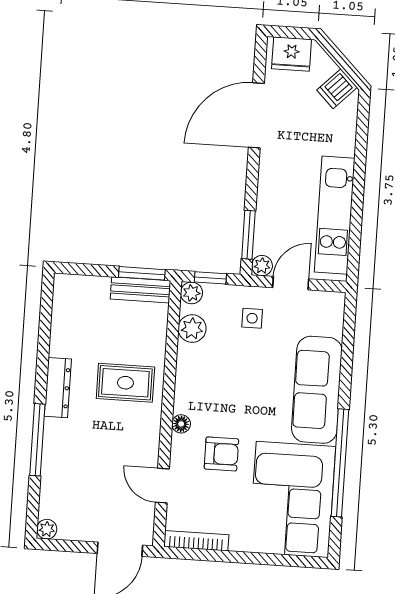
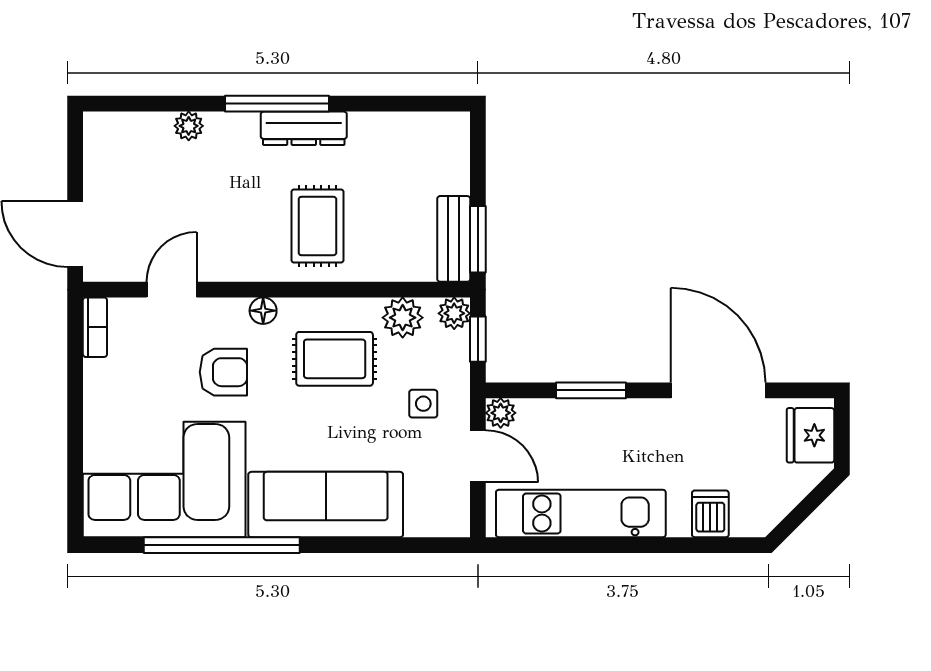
dishwasher: (337, 89) -> (710, 514), moved, turned 45
window: (248, 235) -> (591, 390), moved
rug: (217, 377) -> (335, 359), added
window: (37, 440) -> (277, 104), moved
armchair: (221, 454) -> (223, 372), turned -90
plant: (47, 529) -> (189, 126), moved
bookcase: (196, 541) -> (95, 327), width x0.64

